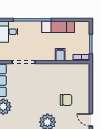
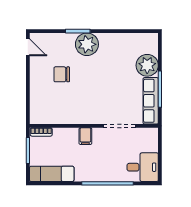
exam couch: (58, 27) -> (52, 174), moved
filing cabinet: (60, 55) -> (85, 136), moved

